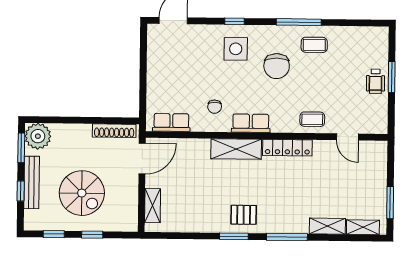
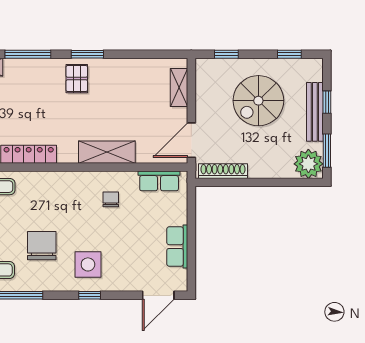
row of seats: (251, 123) -> (177, 247), moved, turned 90
shelving: (236, 149) -> (107, 152), moved
spiral stairs: (82, 193) -> (258, 101), turned -90
pallet: (244, 215) -> (77, 79), turned 90
window: (92, 235) -> (226, 54), moved

